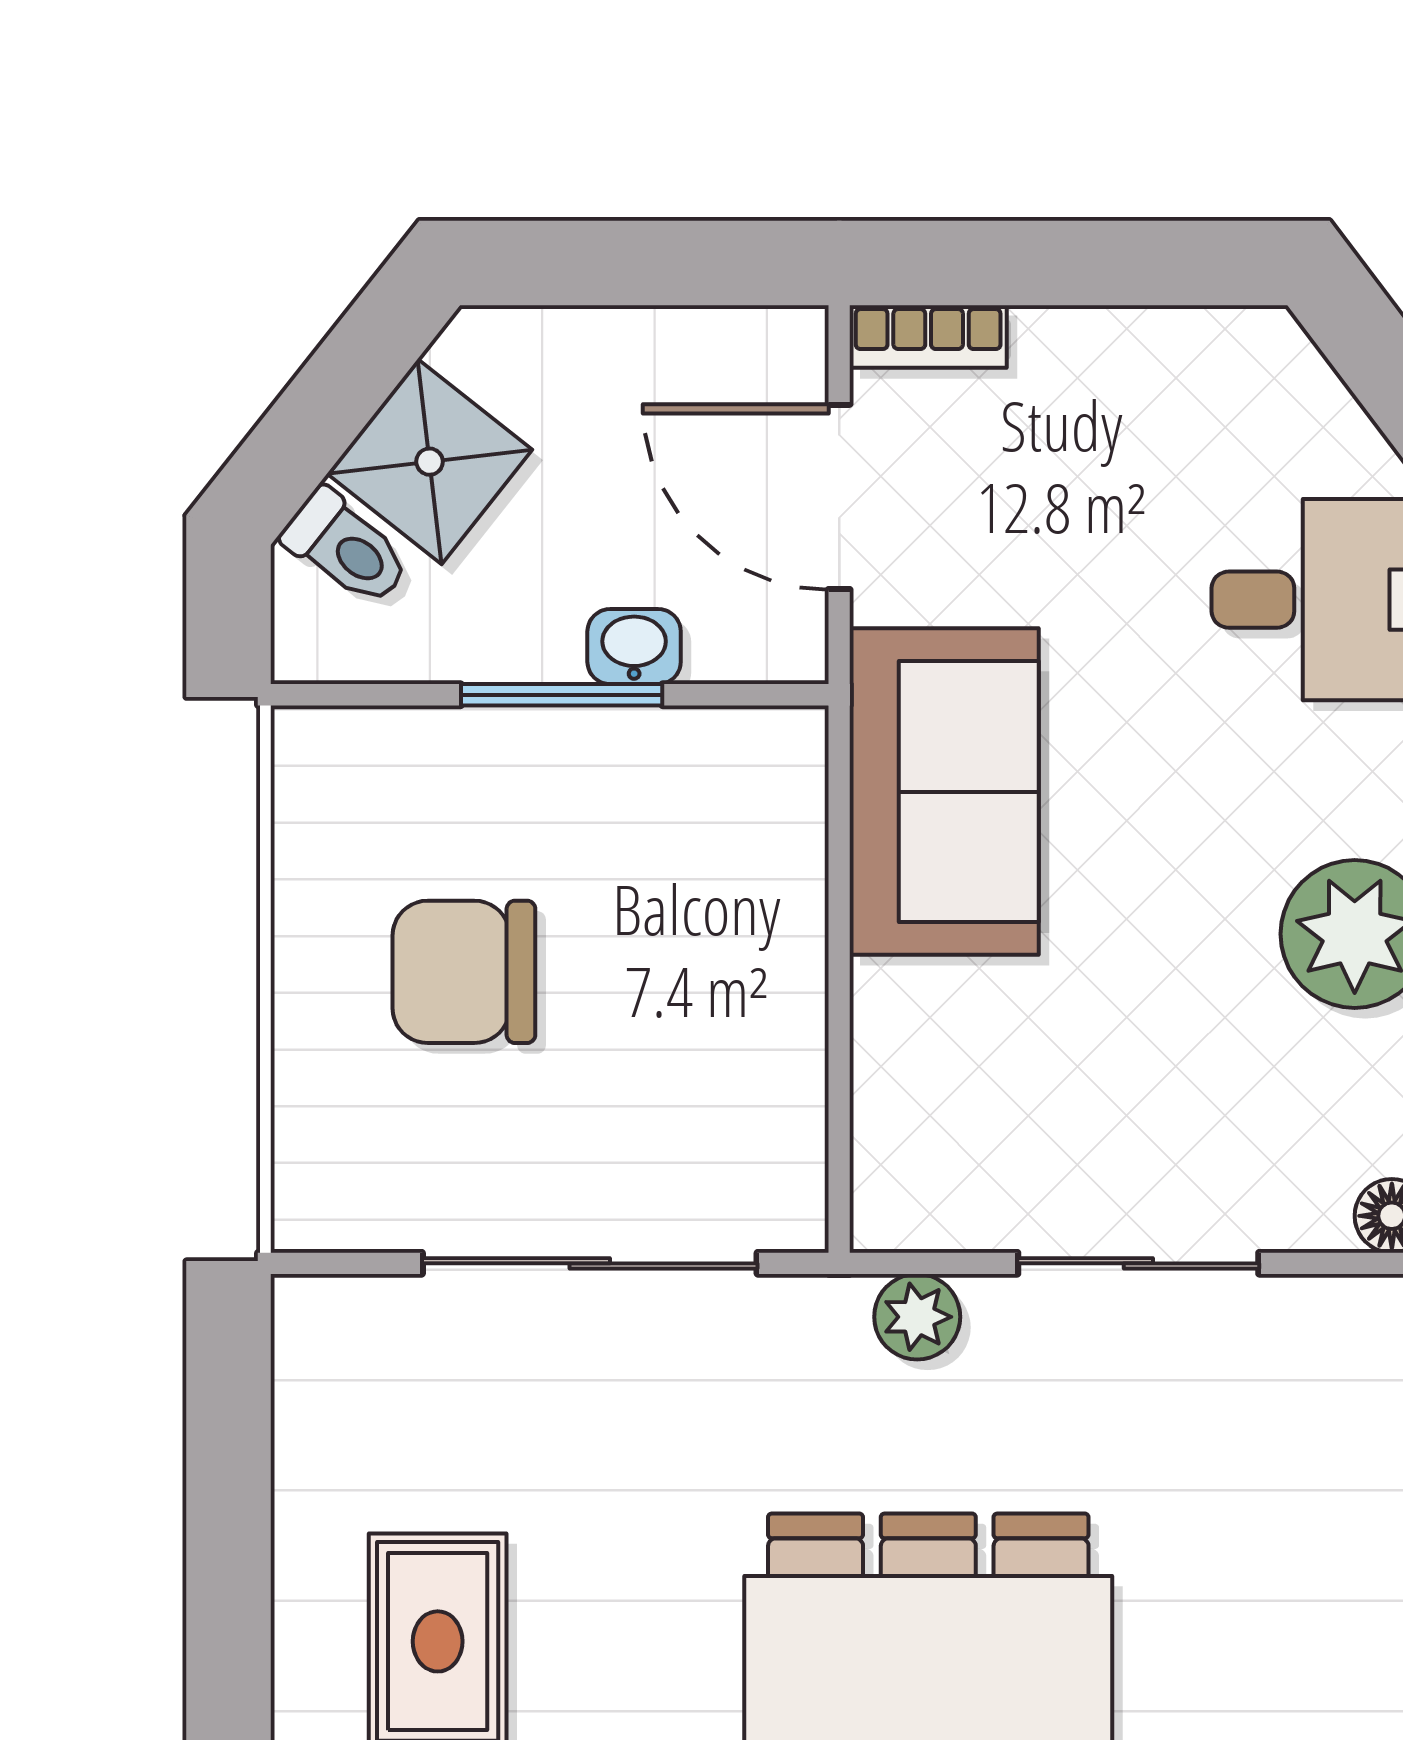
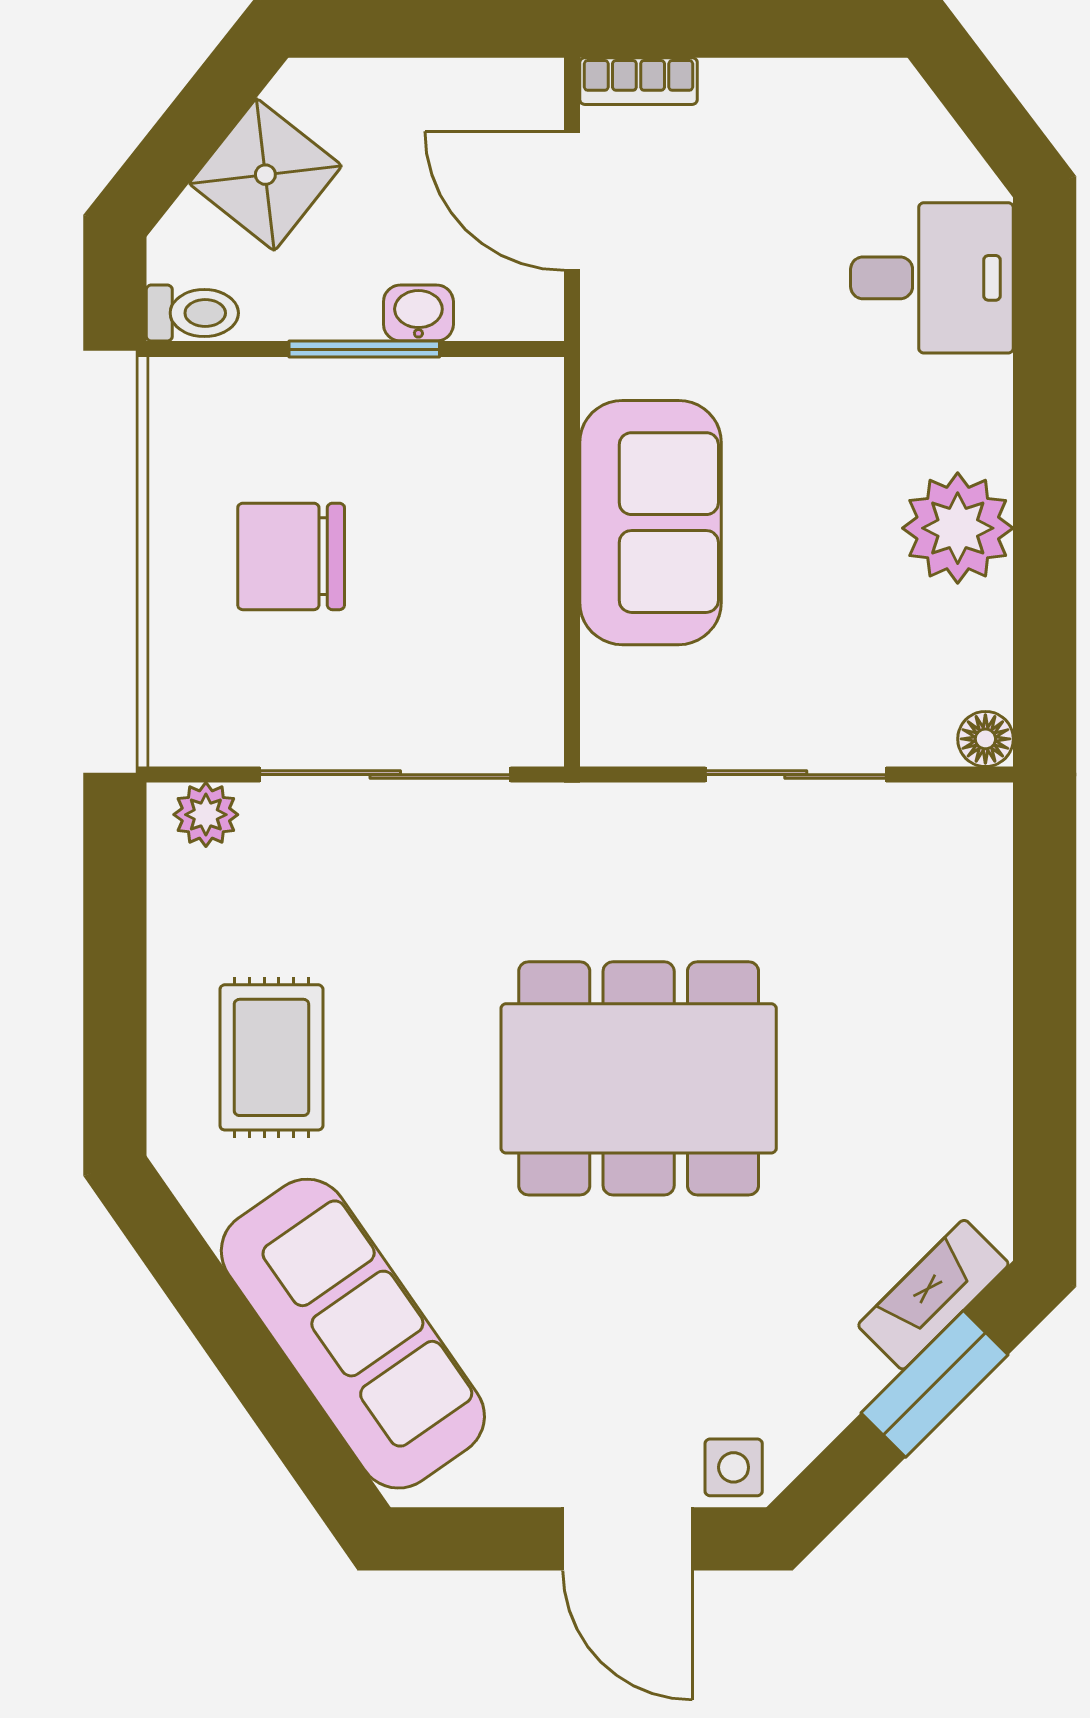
toilet: (346, 548) -> (192, 313), moved, turned -38
sofa: (944, 792) -> (650, 523), moved
plant: (917, 1317) -> (206, 815), moved

